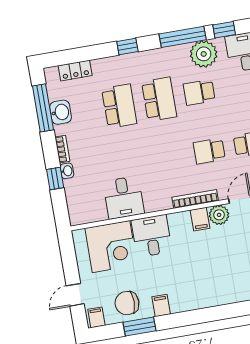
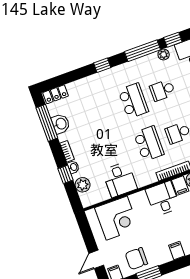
plant: (204, 54) -> (164, 55), width x0.53, depth x0.53
locker: (75, 71) -> (56, 94), moved
school desk: (119, 106) -> (149, 144), moved
plant: (75, 196) -> (83, 185), added
desk: (152, 236) -> (163, 199), moved
filing cabinet: (161, 305) -> (177, 251), moved

